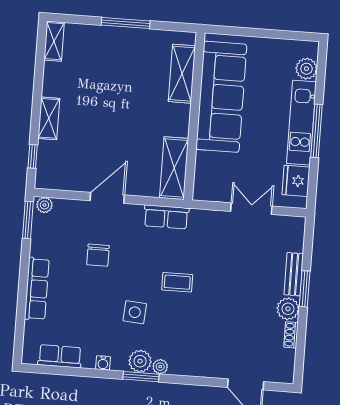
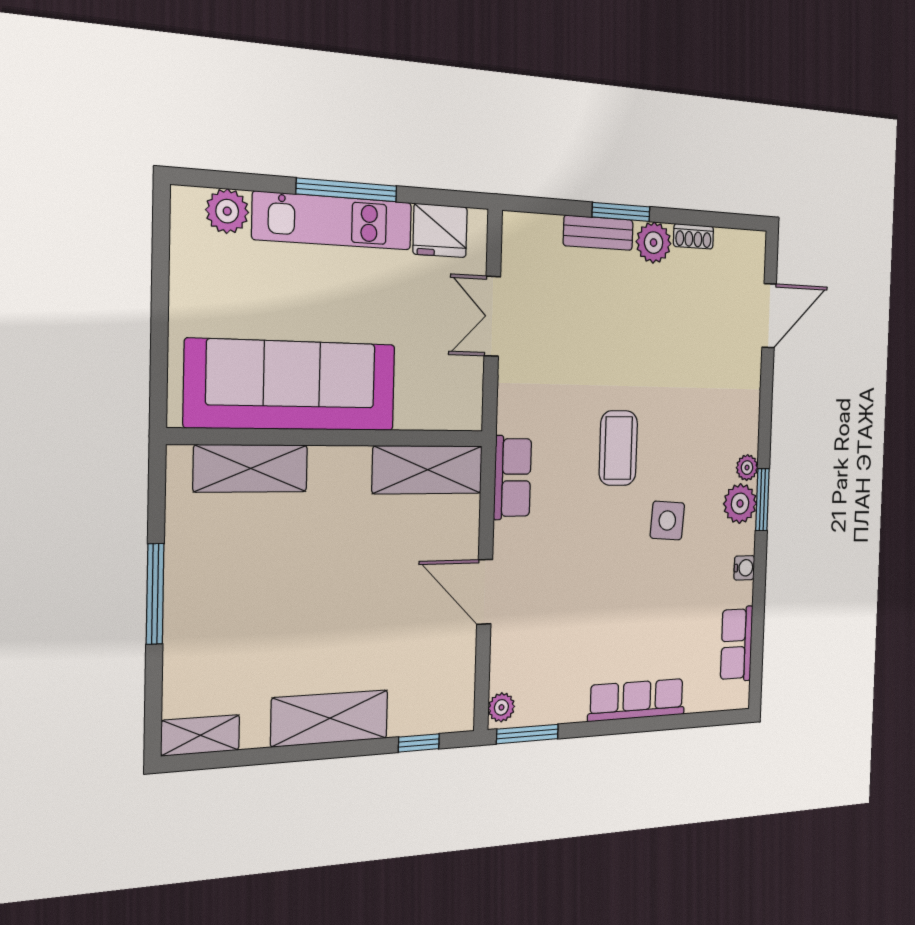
shelving: (49, 118) -> (330, 718), width x1.50, depth x1.33
chair: (98, 255) -> (580, 597), removed
coffee table: (177, 282) -> (618, 448), width x1.36, depth x1.30

